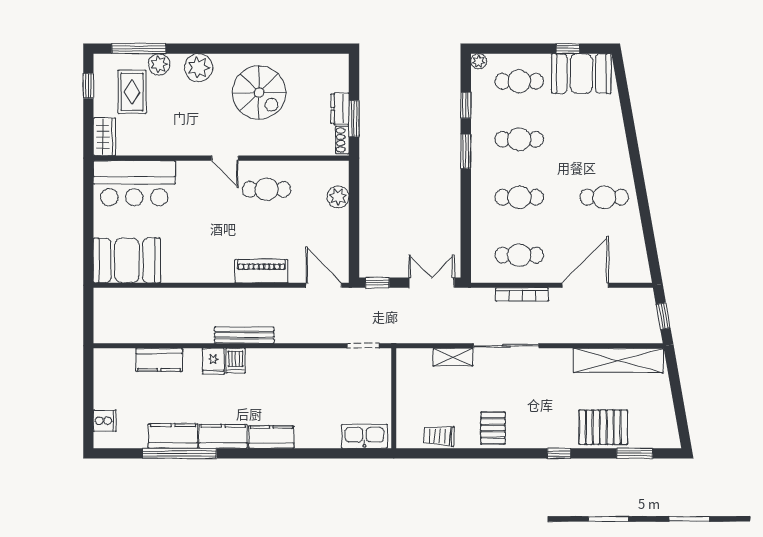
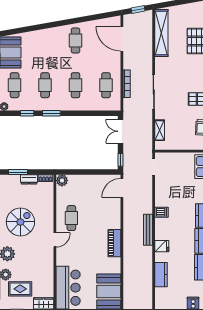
window: (354, 119) -> (18, 172), moved
plant: (338, 197) -> (62, 180), moved
piano: (261, 271) -> (114, 243), moved
door: (585, 285) -> (122, 39), moved
shelving: (453, 357) -> (160, 130), moved
dishwasher: (235, 361) -> (161, 212), moved

